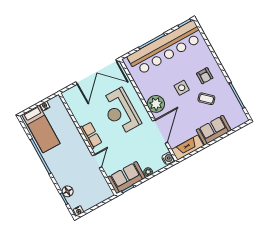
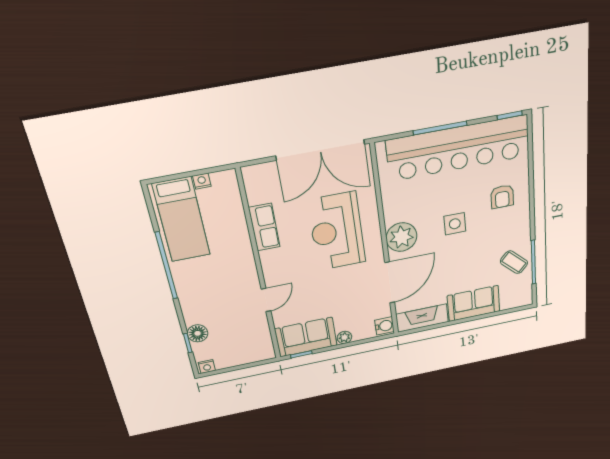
armchair: (205, 76) -> (502, 197), moved
coffee table: (206, 99) -> (514, 262), moved
row of seats: (91, 135) -> (264, 227), moved

